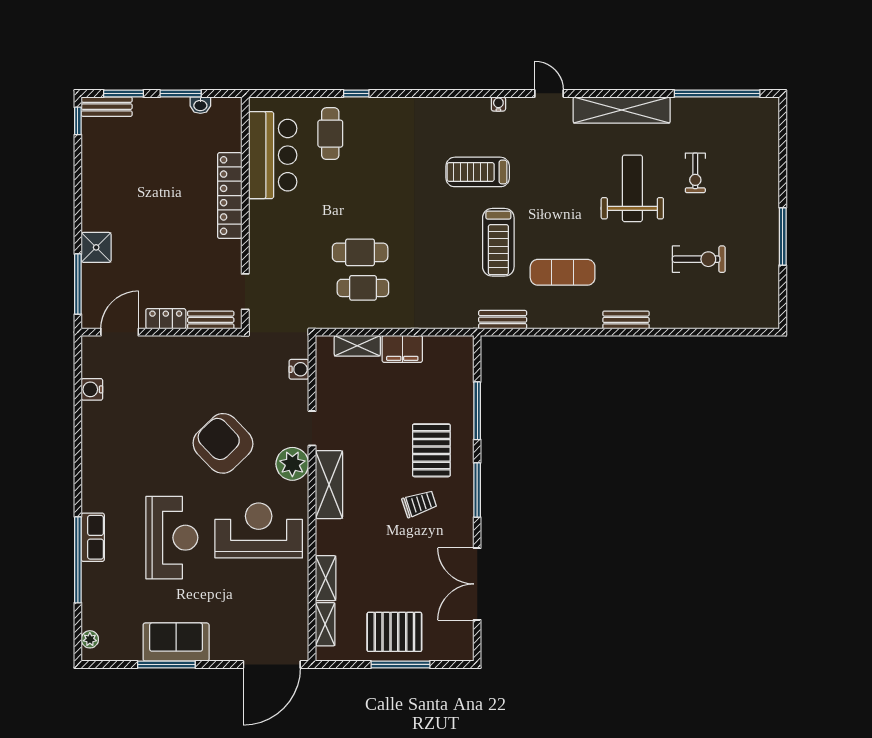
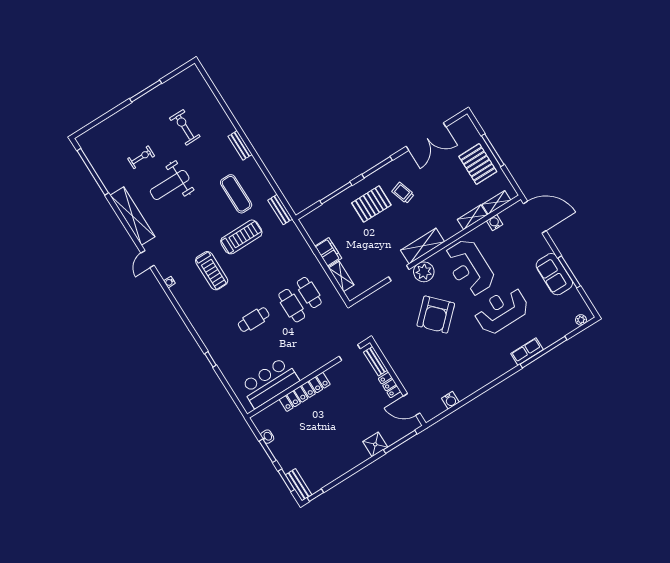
cafe table: (330, 134) -> (254, 320), moved
water cooler: (299, 369) -> (495, 223), moved

